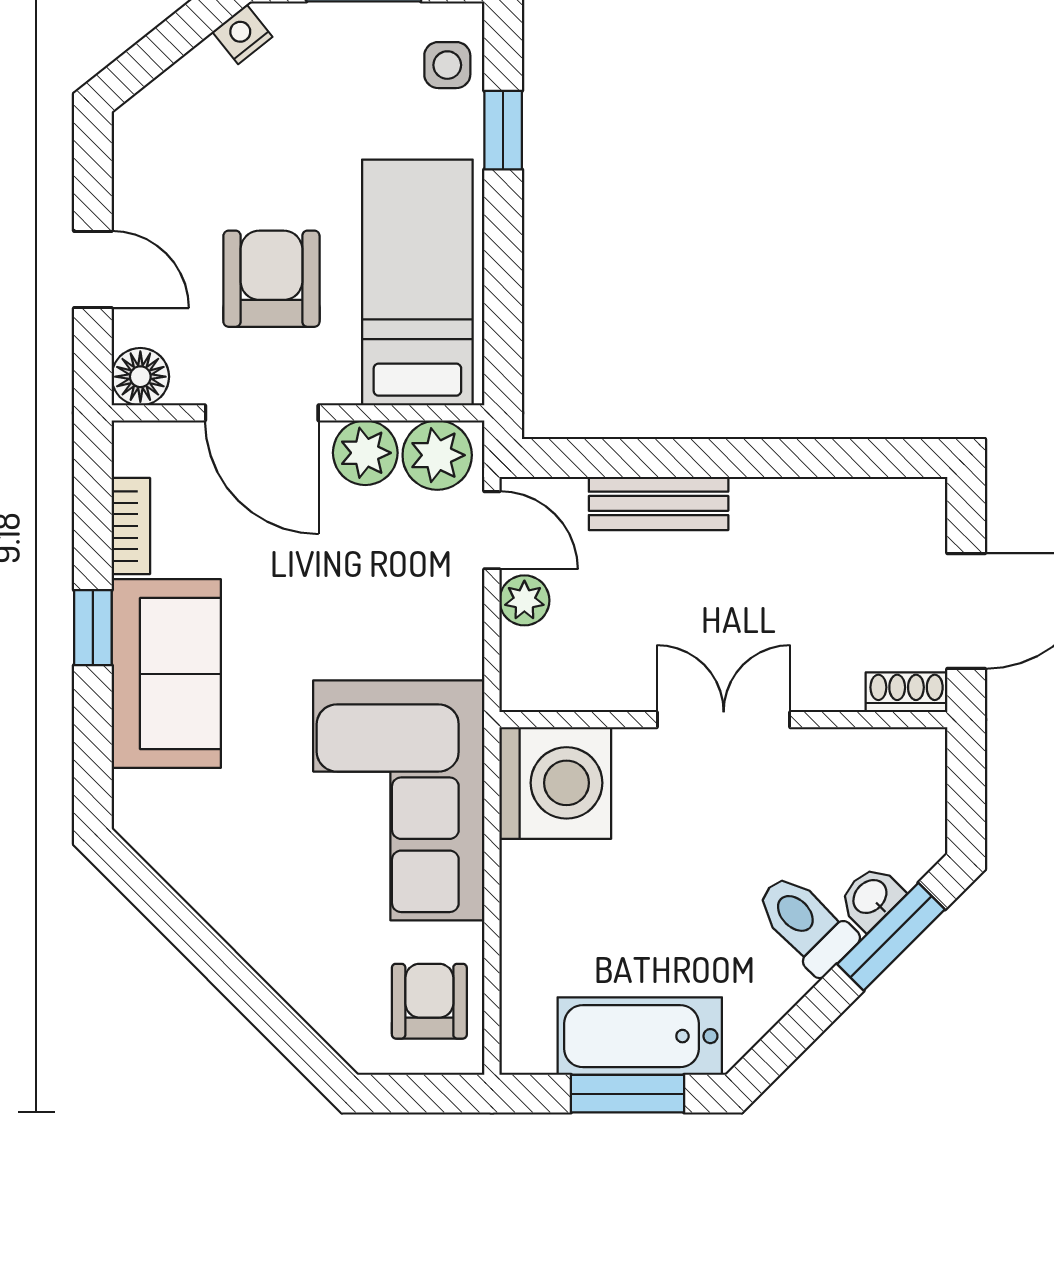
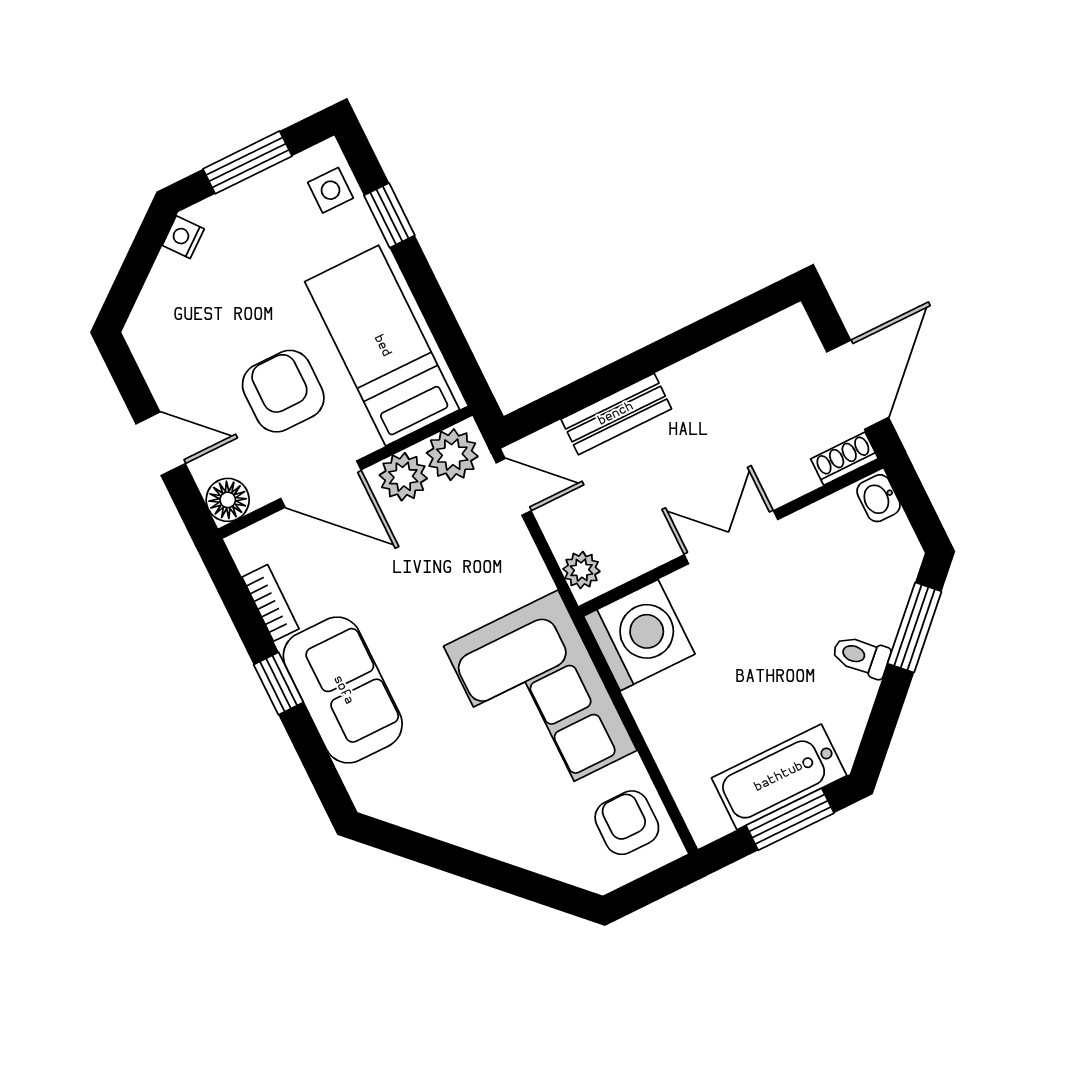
plant: (524, 600) -> (582, 570), moved
washbasin: (871, 897) -> (879, 498), moved, turned -45
toilet: (805, 924) -> (861, 656), width x0.73, depth x0.72

